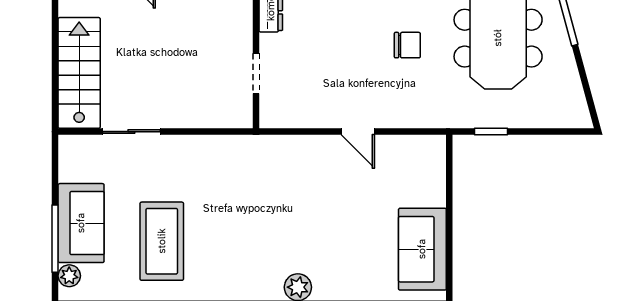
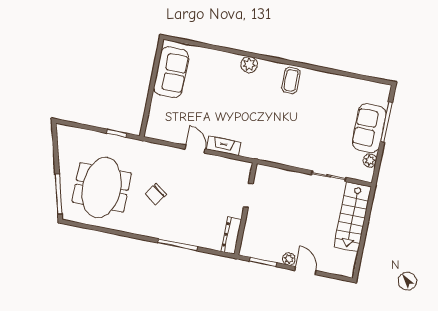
chair: (407, 45) -> (156, 194), turned -55
fireplace: (313, 146) -> (223, 146), added
coffee table: (162, 241) -> (291, 80), moved, width x0.54, depth x0.58
plant: (69, 276) -> (370, 160), moved

